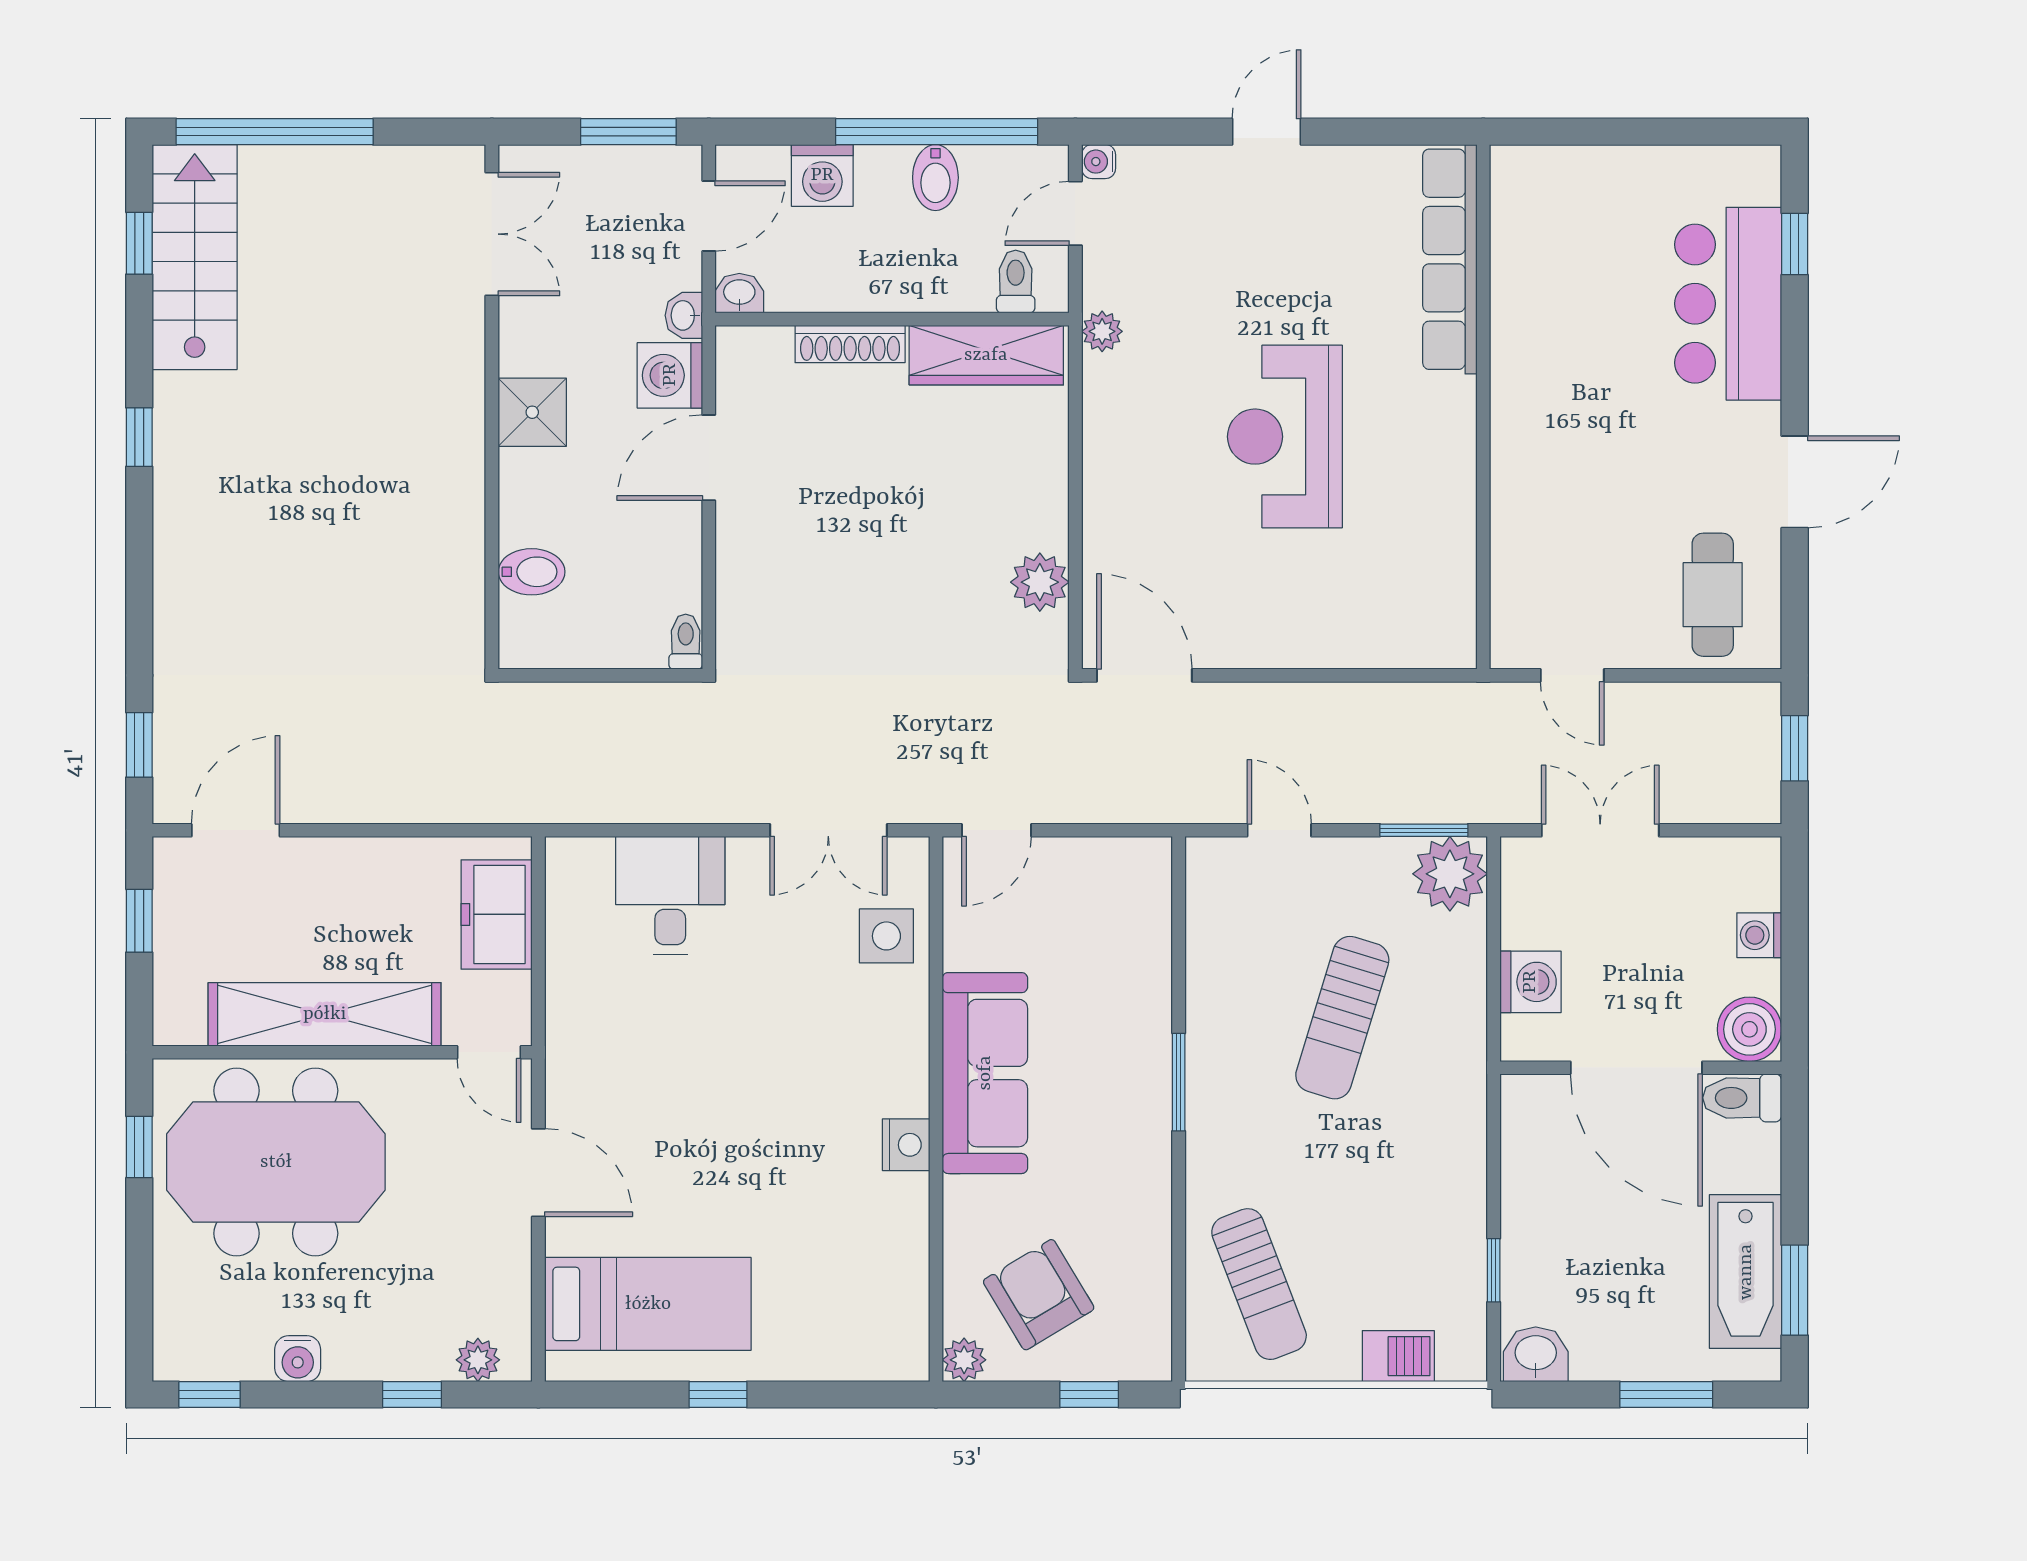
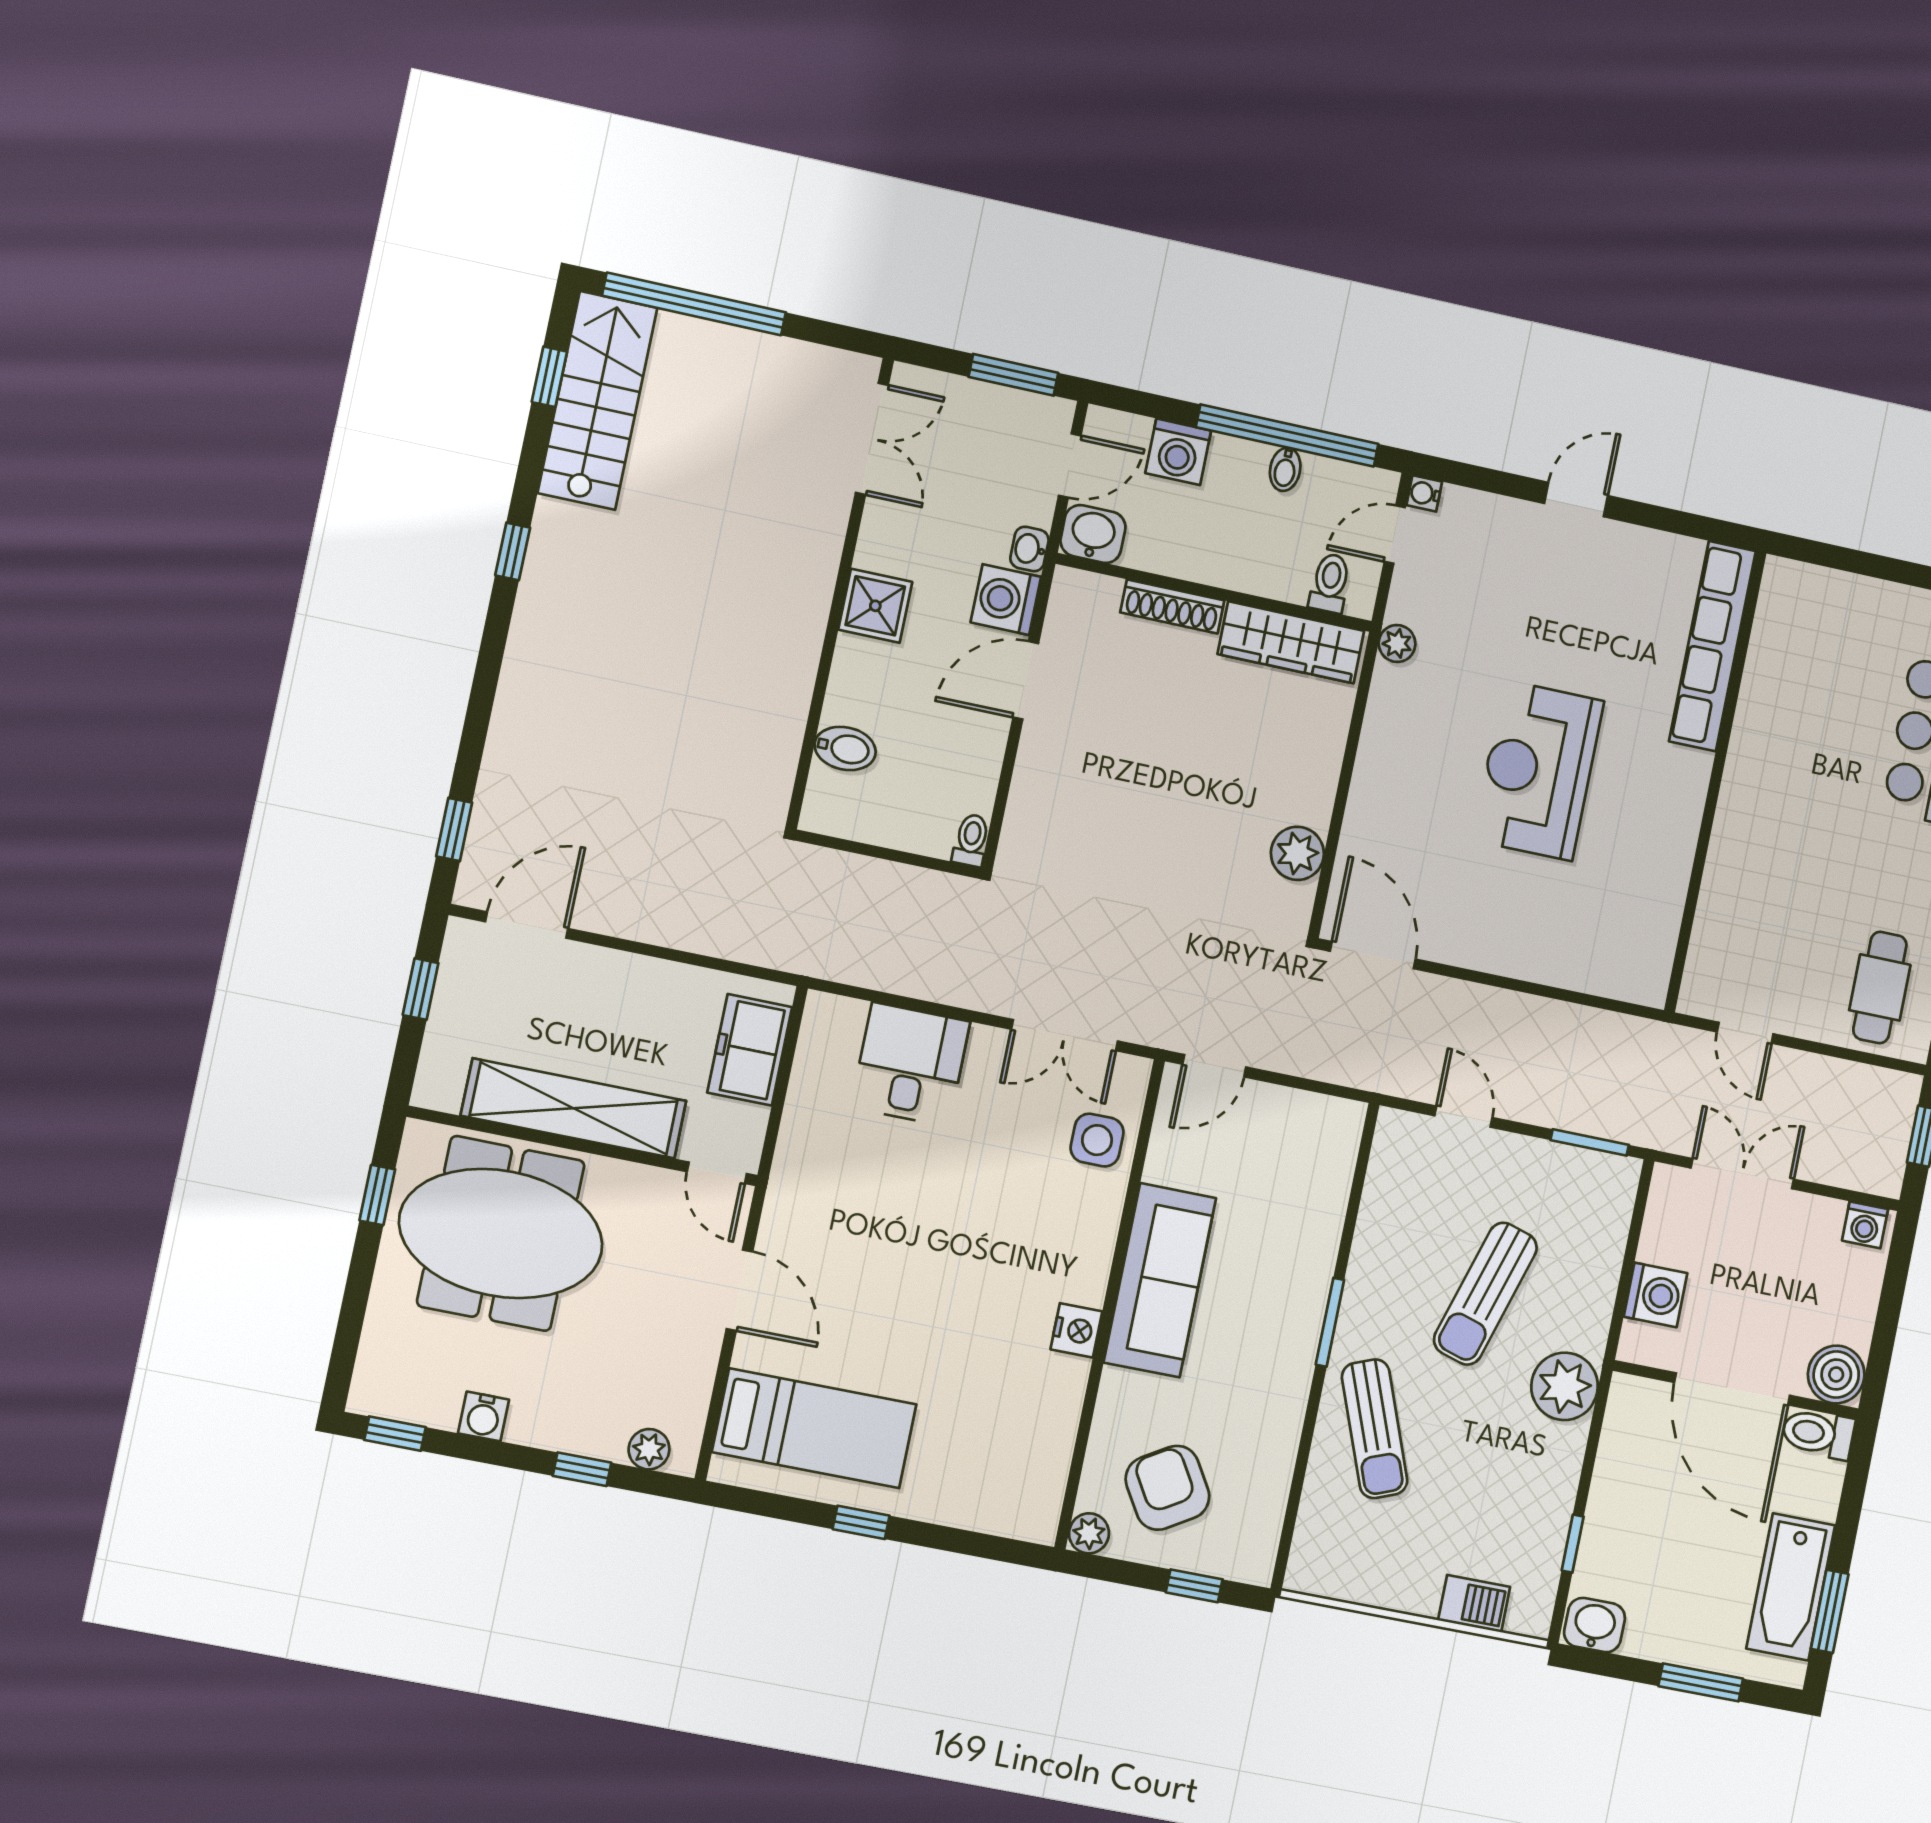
bidet: (935, 178) -> (1285, 469), width x0.72, depth x0.74
washbasin: (739, 293) -> (1093, 534), width x1.38, depth x1.45
plant: (1450, 874) -> (1565, 1386), moved
washing machine: (1759, 935) -> (1865, 1225), moved, turned -90
sun lounger: (1259, 1284) -> (1375, 1429), moved

